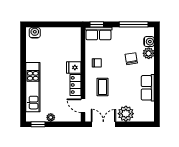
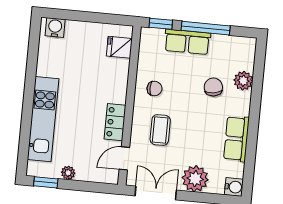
window: (134, 24) -> (206, 28), moved
row of seats: (99, 34) -> (187, 42), moved
water cooler: (149, 42) -> (234, 187), moved
fridge: (74, 67) -> (119, 47), moved
door: (83, 106) -> (124, 158), hinge flipped

